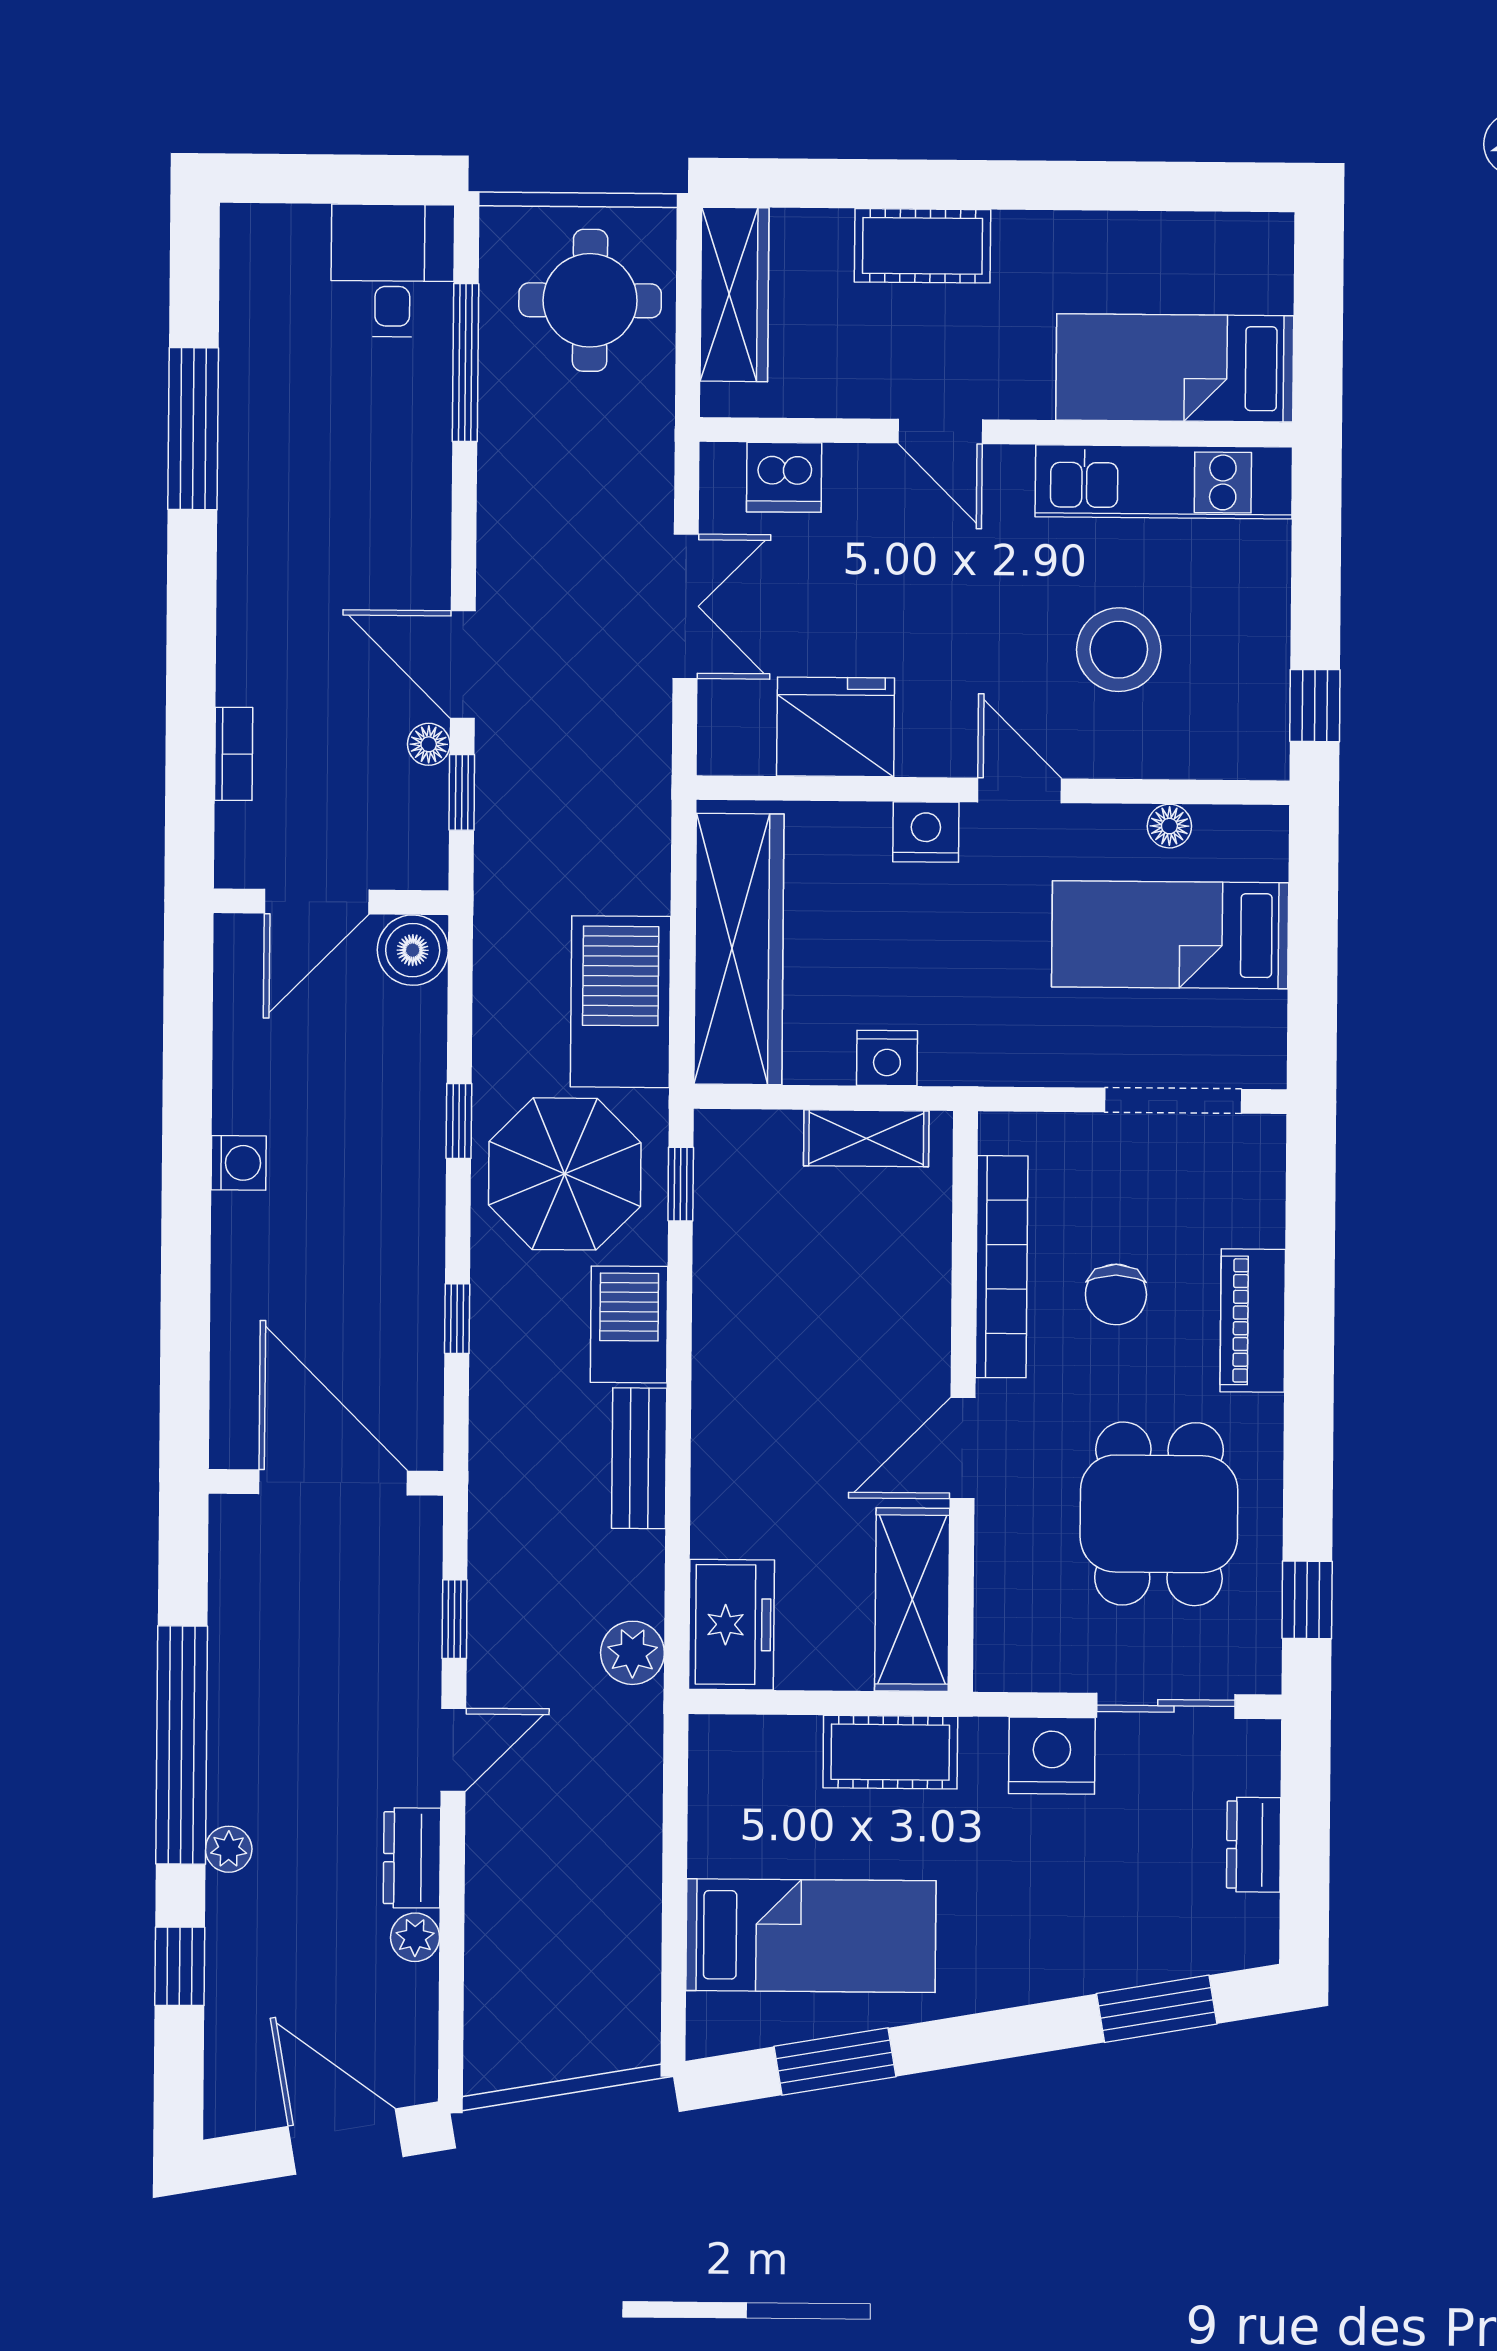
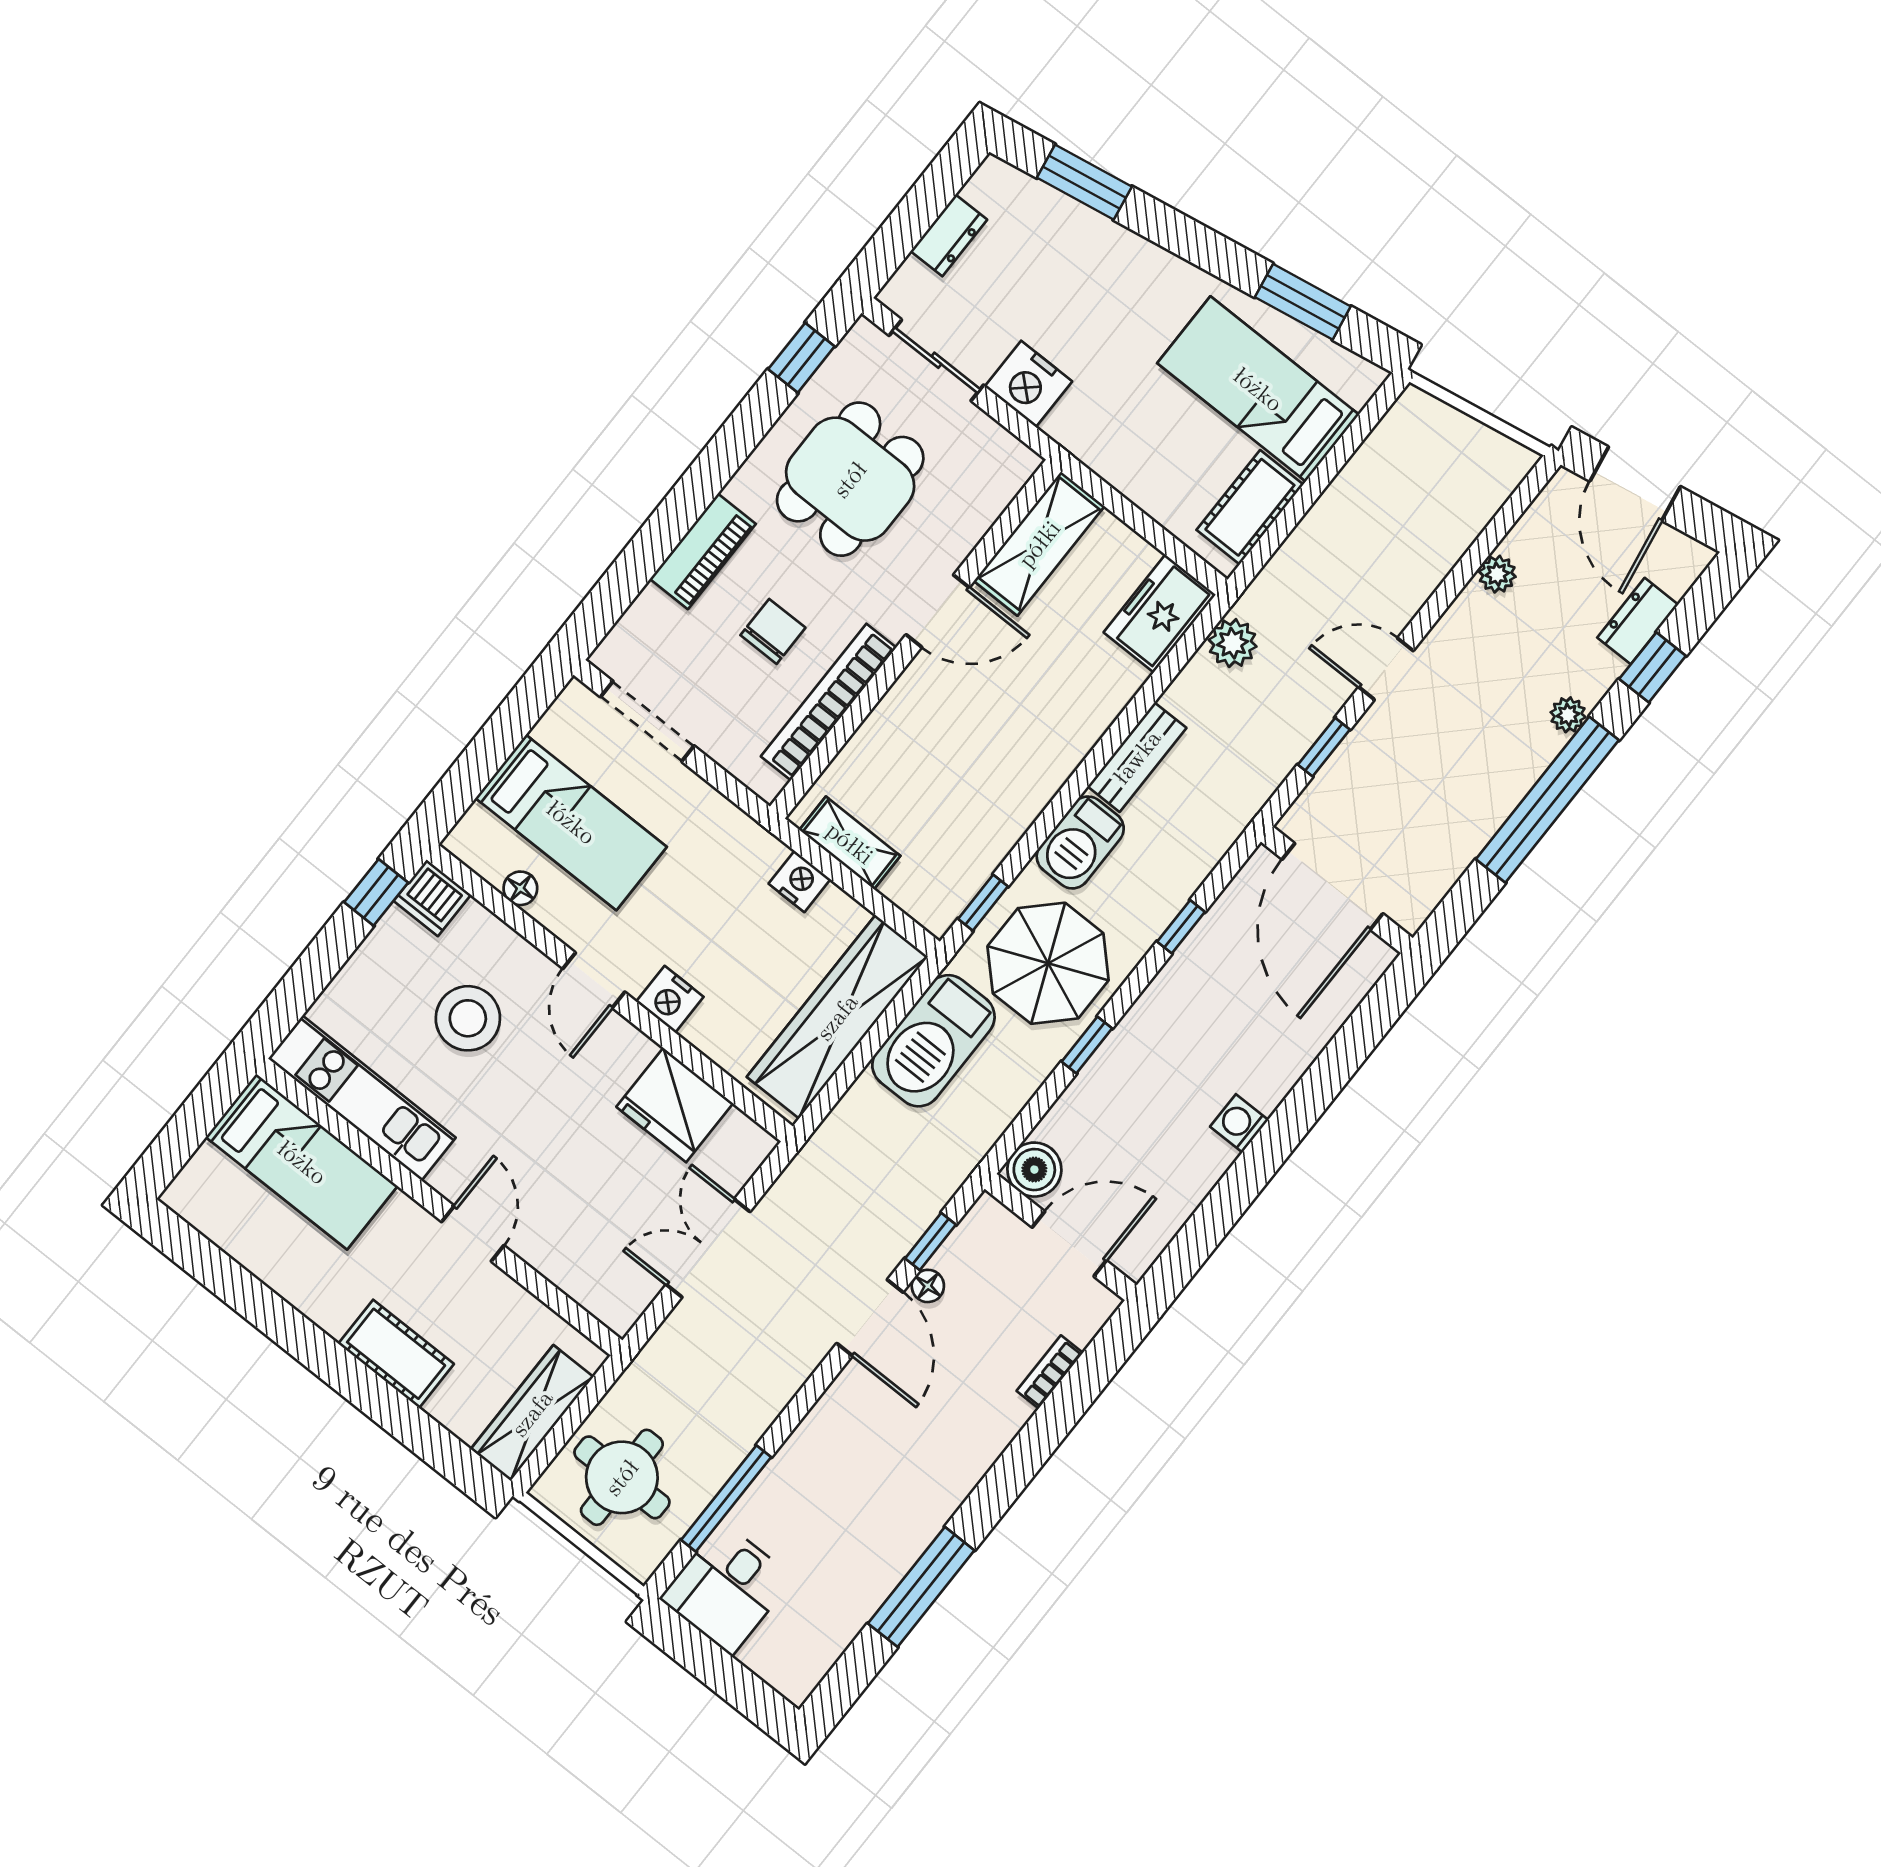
dishwasher: (784, 477) -> (432, 898), moved, turned 180
cot: (890, 1752) -> (1250, 507), moved, turned 90
dresser: (412, 1858) -> (1638, 621), moved, turned 180

